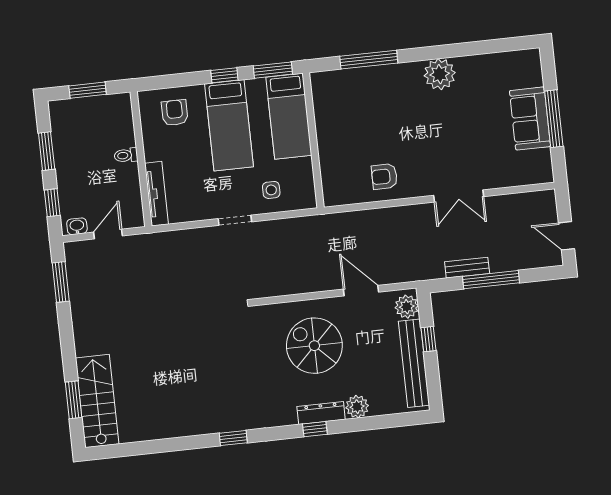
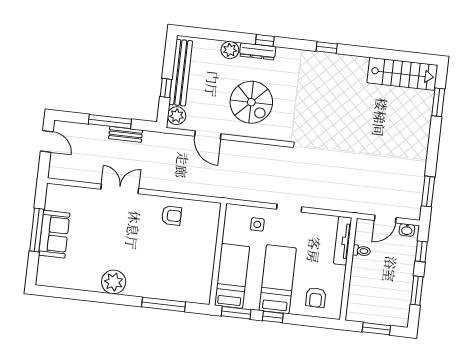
toilet: (126, 155) -> (362, 251), moved
stairs: (97, 401) -> (402, 74), moved, turned -90

